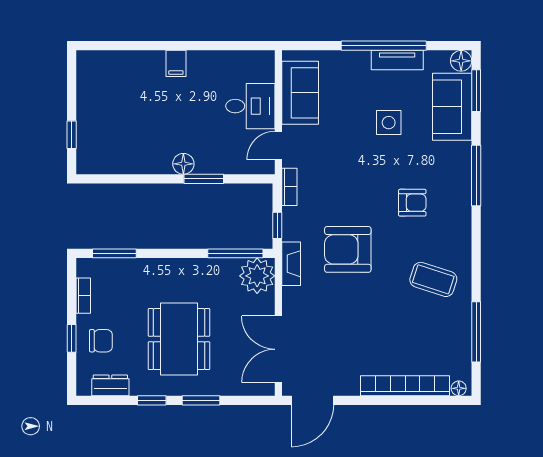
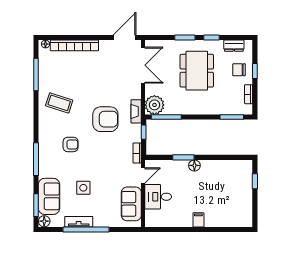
armchair: (412, 203) -> (71, 144), turned 180

